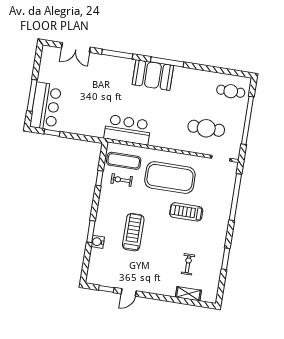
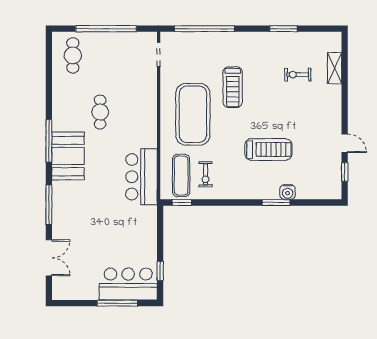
cafe table: (206, 128) -> (100, 112), moved, width x0.73, depth x0.74
window: (99, 178) -> (182, 203), moved
treadmill: (133, 232) -> (268, 149), turned 180

